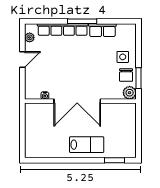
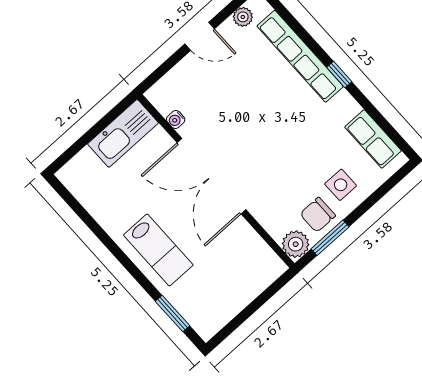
window: (82, 21) -> (339, 75), width x0.46
row of seats: (102, 30) -> (373, 139), moved
kitchen sink: (33, 119) -> (123, 133), added

